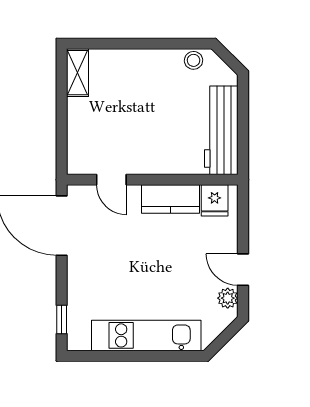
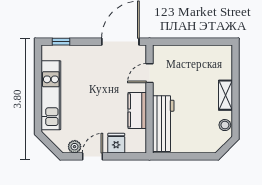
shelving: (77, 73) -> (226, 95), moved, turned 90
workbench: (221, 130) -> (163, 124), moved, turned 90
fridge: (215, 200) -> (116, 143), moved, turned 90

